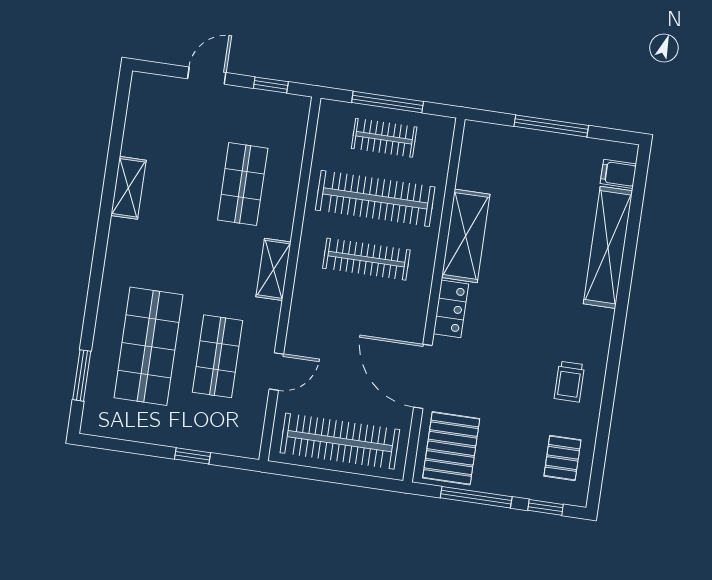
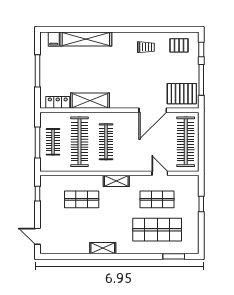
door: (207, 76) -> (37, 236), moved
shelving: (128, 188) -> (103, 248), moved
locker: (451, 309) -> (58, 102), moved

